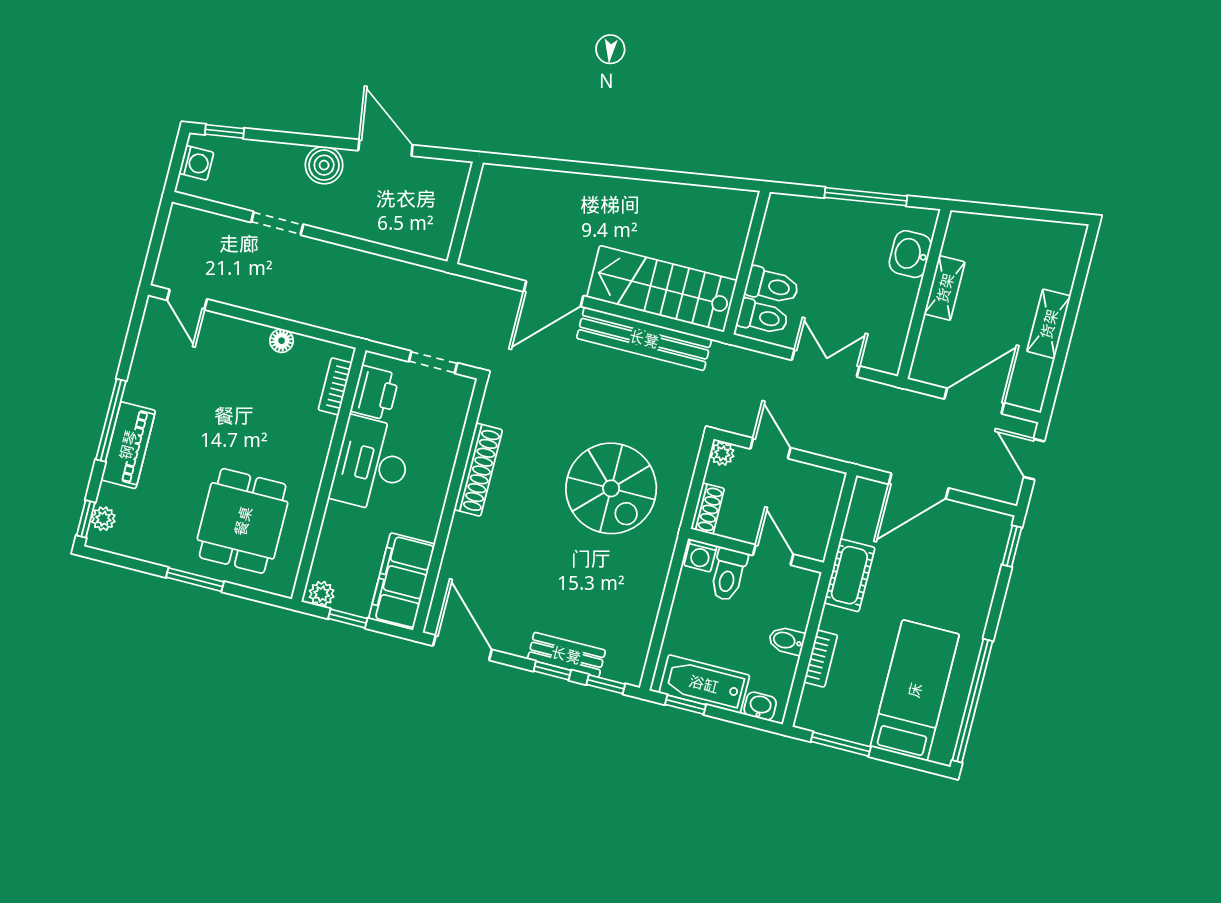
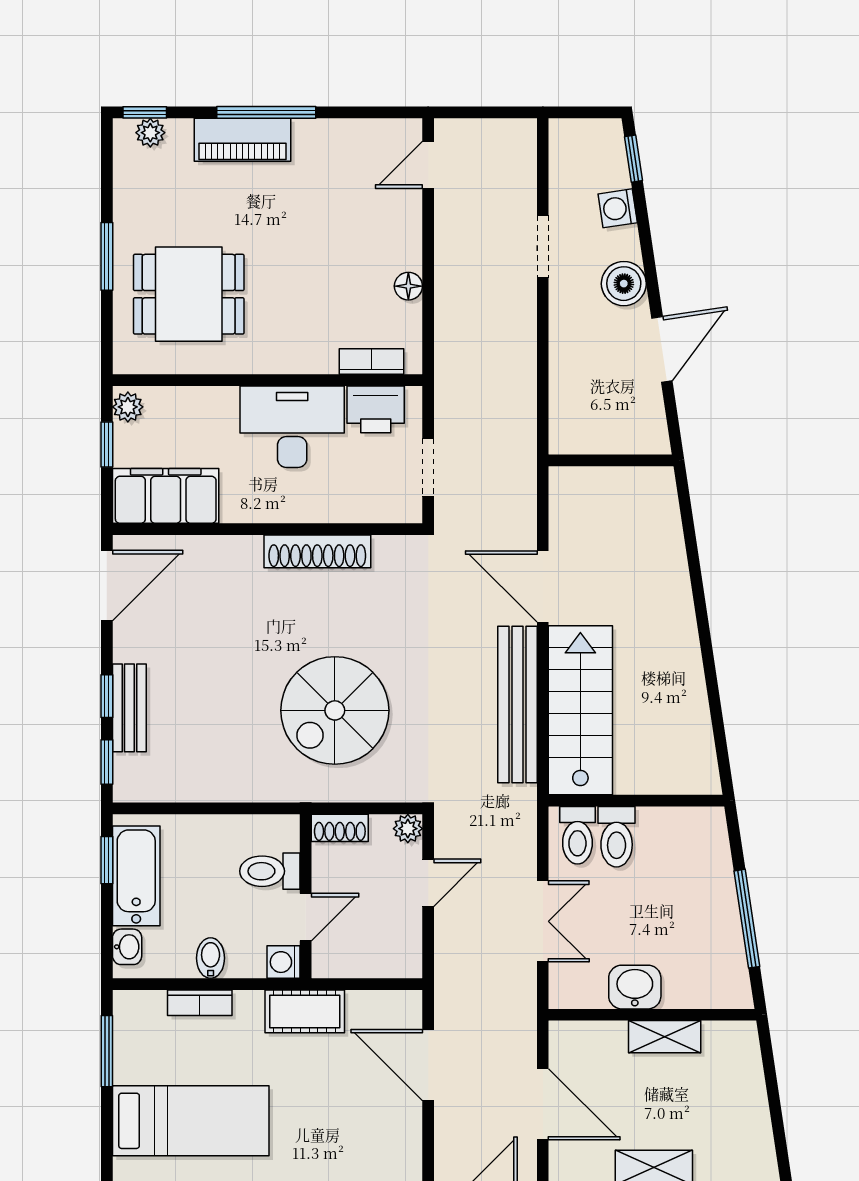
washing machine: (196, 163) -> (618, 208), moved, turned 82
washbasin: (910, 254) -> (635, 987), moved
washing machine: (700, 555) -> (284, 962), moved

